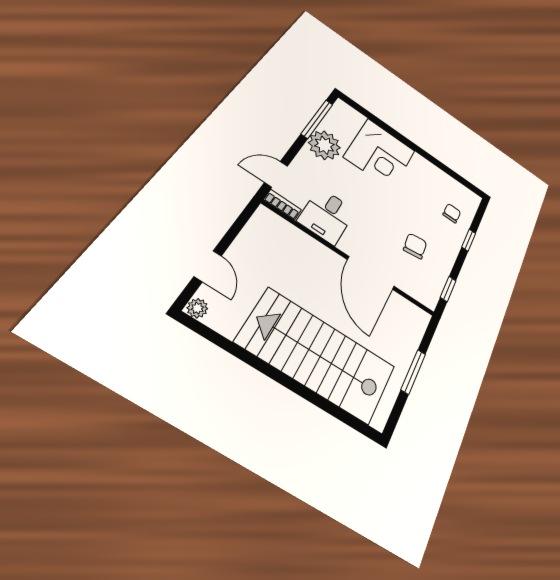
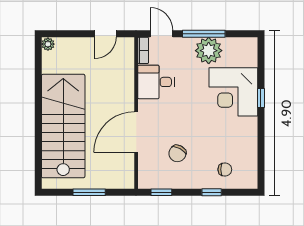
window: (317, 119) -> (204, 34), moved
window: (399, 136) -> (261, 98), added
chair: (415, 246) -> (177, 153), turned 125
door: (208, 266) -> (105, 34), moved

